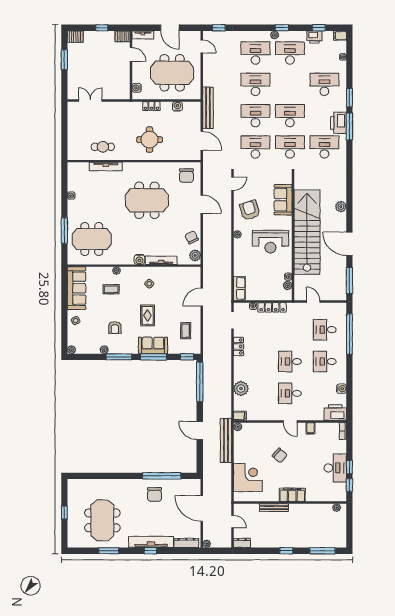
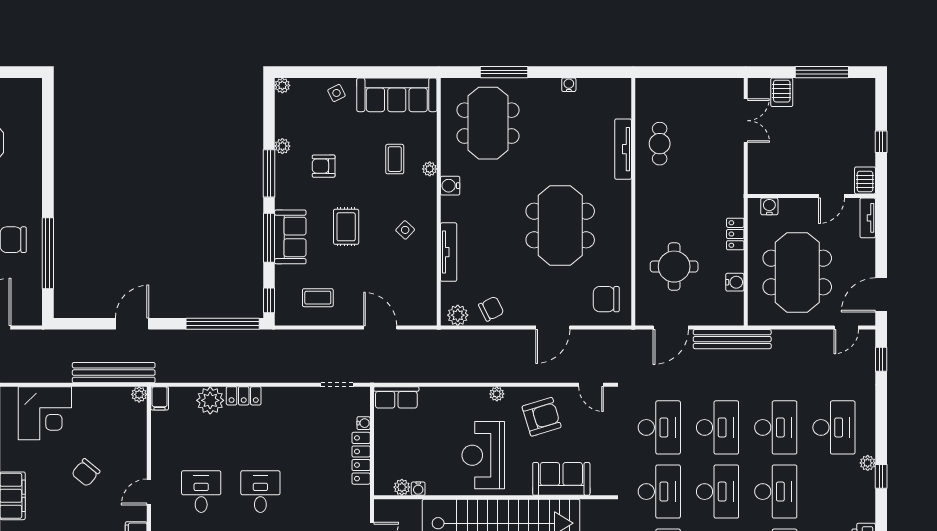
door: (170, 28) -> (881, 295), moved
server rack: (75, 37) -> (782, 92), moved
desk: (290, 53) -> (776, 492), moved
window: (64, 60) -> (822, 72), width x1.44
round table: (150, 140) -> (674, 267), moved
water cooler: (139, 259) -> (450, 186), moved
rug: (148, 315) -> (346, 227), turned 90
locker: (238, 346) -> (244, 396), moved

